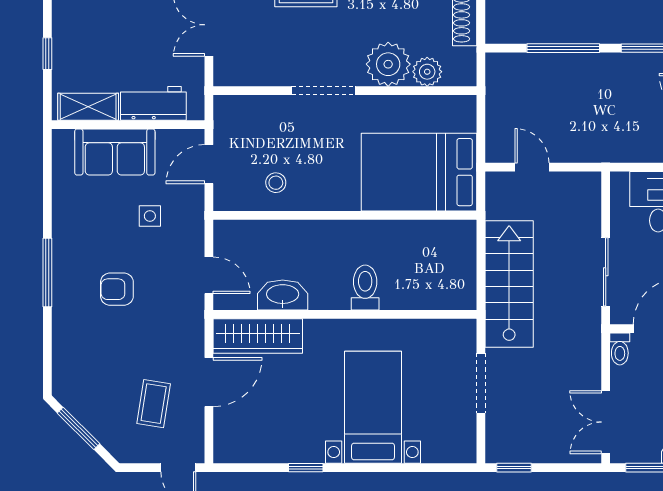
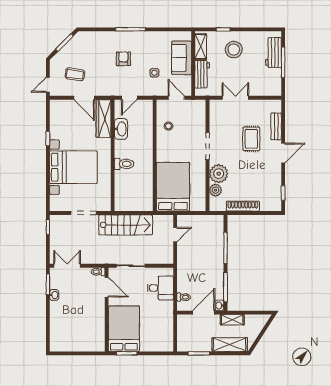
stool: (95, 29) -> (234, 50), added
bed with nightstands: (373, 407) -> (73, 167), width x1.36

